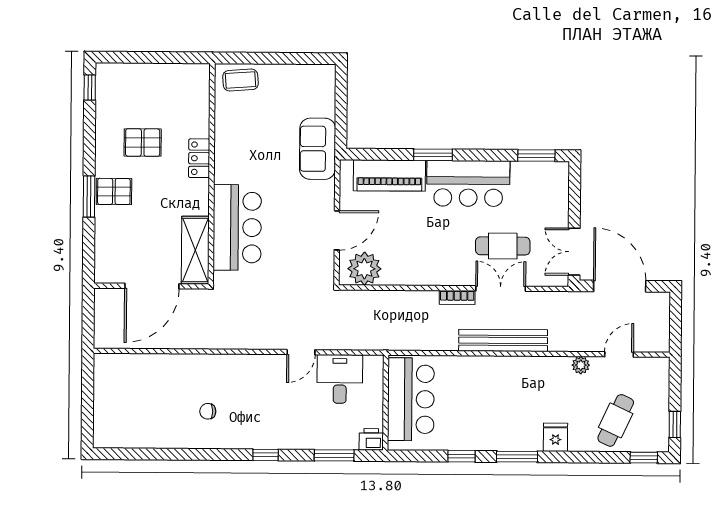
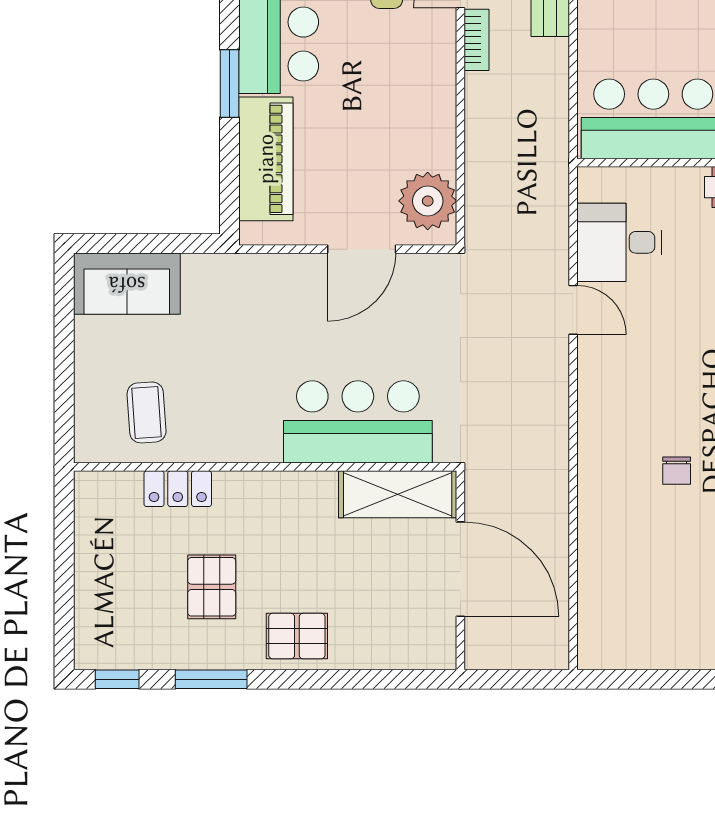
coffee table: (240, 80) -> (147, 412), moved
sofa: (318, 149) -> (127, 284), moved
locker: (199, 158) -> (178, 489), moved
pallet: (114, 191) -> (297, 636), turned 90
window: (89, 197) -> (211, 679), moved
door: (337, 230) -> (362, 249), swing flipped

